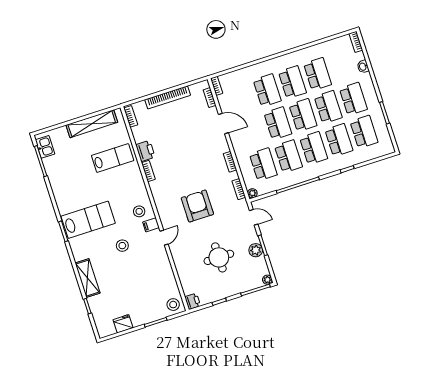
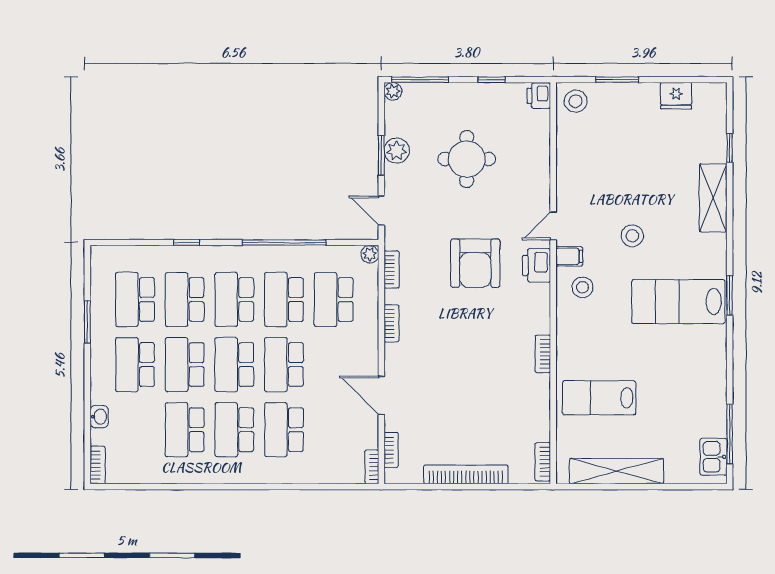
printer: (145, 151) -> (536, 265), moved

